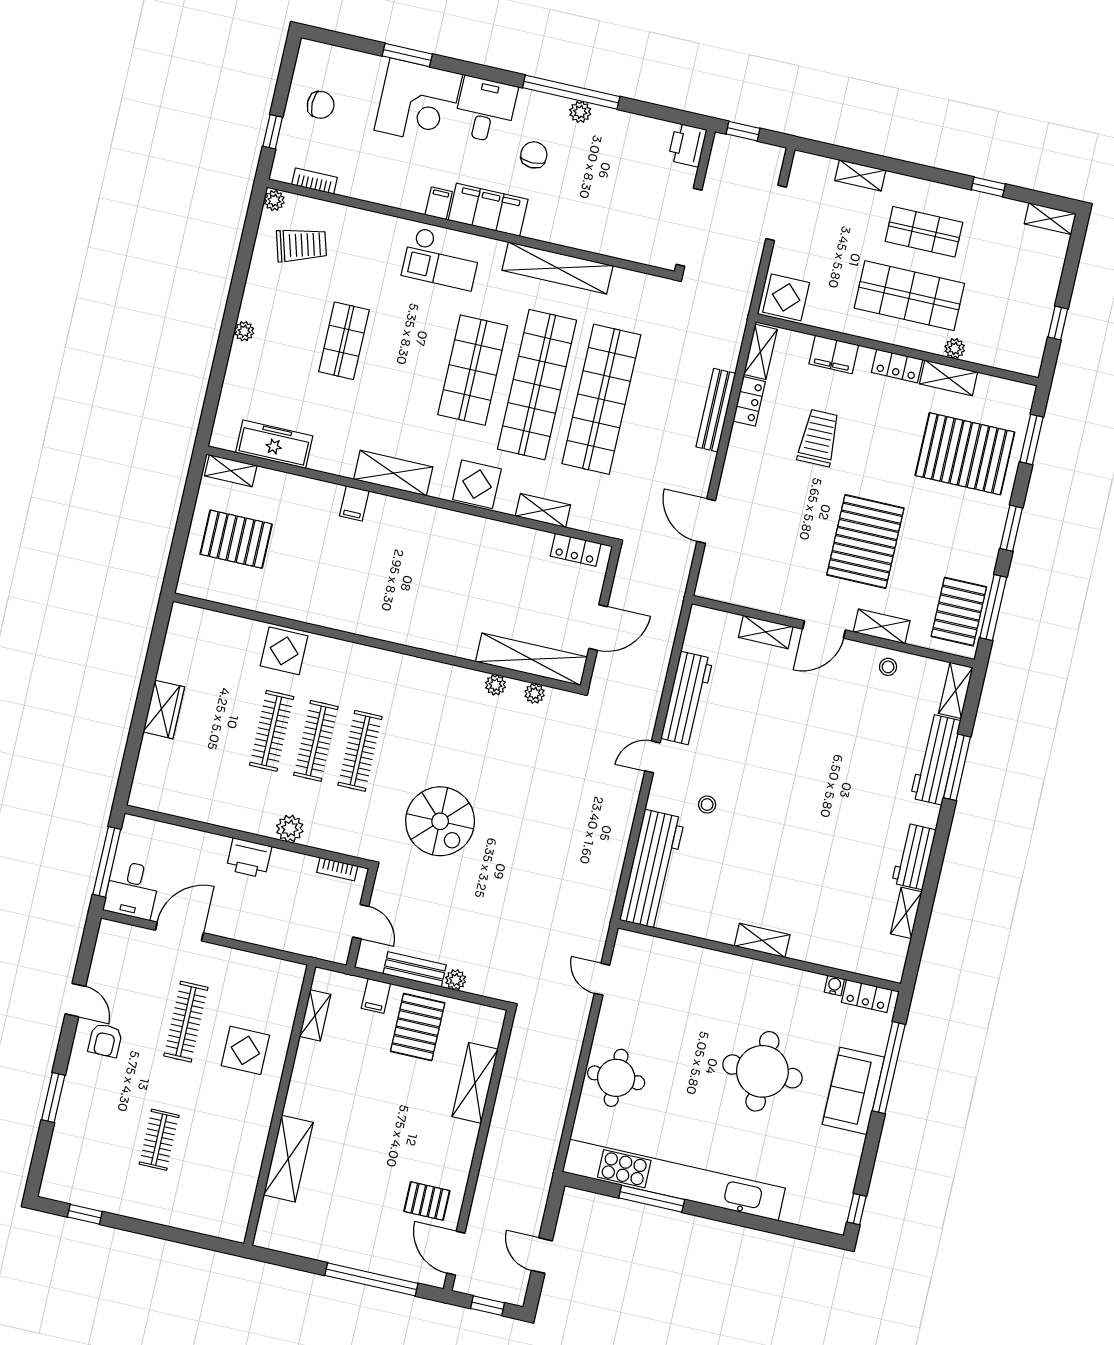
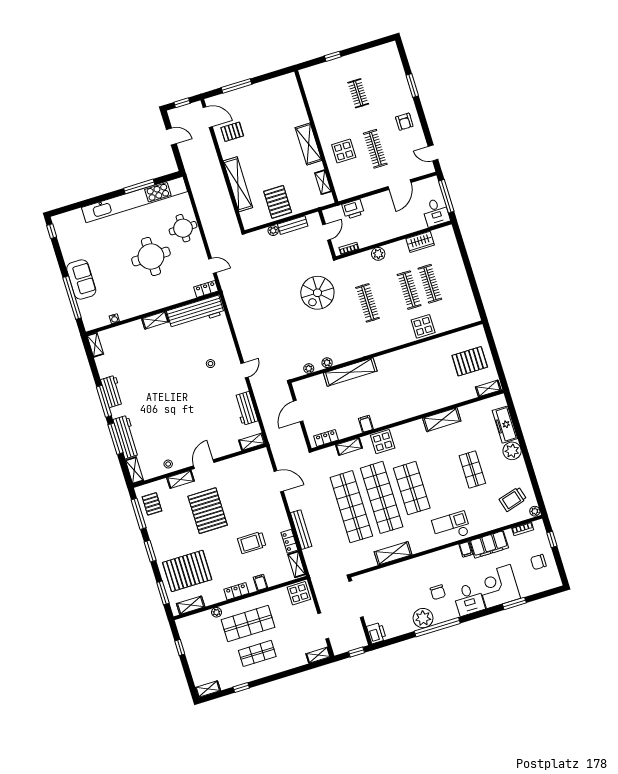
plant: (580, 112) -> (423, 618), width x1.88, depth x1.88
shelving: (860, 175) -> (318, 655), moved
filing cabinet: (488, 210) -> (489, 544), moved
shelving: (558, 268) -> (393, 553), width x0.68
plant: (244, 331) -> (512, 451), width x1.87, depth x1.87
filing cabinet: (834, 354) -> (260, 582), width x0.50
shelving: (949, 378) -> (191, 605), moved
trolley: (819, 438) -> (252, 543), turned 90
freezer: (274, 444) -> (505, 425), moved, turned 90
shelving: (393, 473) -> (442, 420), moved
filing cabinet: (354, 503) -> (366, 424), moved
pallet: (959, 612) -> (152, 504), width x0.67, depth x0.71
shelving: (766, 632) -> (252, 442), moved
shelving: (531, 659) -> (350, 372), moved
workbench: (687, 699) -> (246, 408), width x0.73
wardrobe: (164, 709) -> (420, 242), moved, turned -90
clothes rail: (316, 741) -> (430, 284), moved
spiral stairs: (440, 821) -> (317, 293), turned -90
window: (939, 847) -> (104, 401), added
printer: (249, 858) -> (353, 209), moved, turned 180
workbench: (652, 869) -> (195, 312), moved, turned -90
desk: (132, 890) -> (436, 212), moved, turned 180
shelving: (906, 913) -> (95, 345), moved
door: (361, 922) -> (326, 232), swing flipped
filing cabinet: (376, 996) -> (302, 205), removed
locker: (867, 996) -> (206, 289), moved
door: (75, 1000) -> (433, 153), moved
armchair: (105, 1040) -> (404, 122), turned 180
round table: (762, 1071) -> (151, 257), moved
shelving: (475, 1083) -> (238, 184), width x1.47
shelving: (288, 1159) -> (308, 144), moved
window: (85, 1214) -> (333, 56), moved
window: (371, 1279) -> (237, 86), width x0.68

